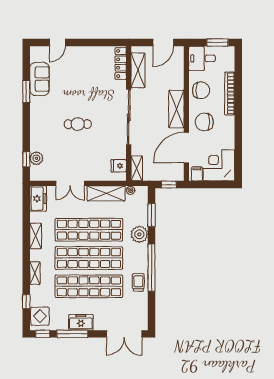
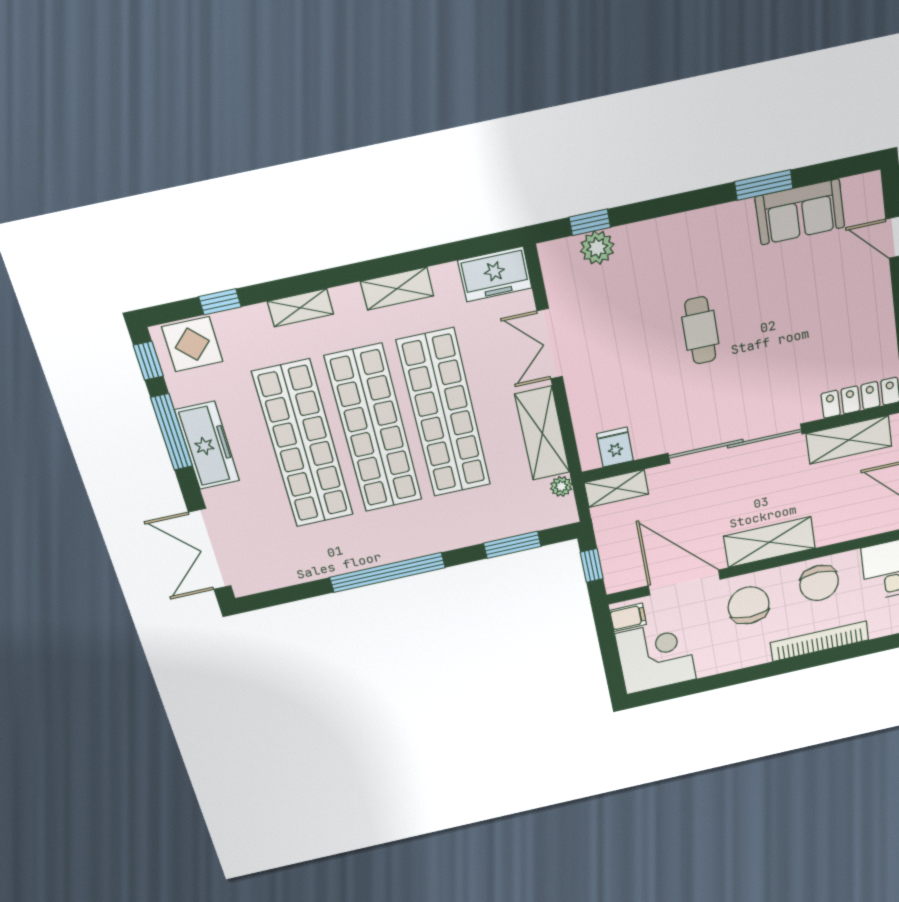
plant: (139, 234) -> (460, 529), removed
trolley: (138, 282) -> (344, 552), removed
freezer: (81, 322) -> (207, 445), width x1.40

